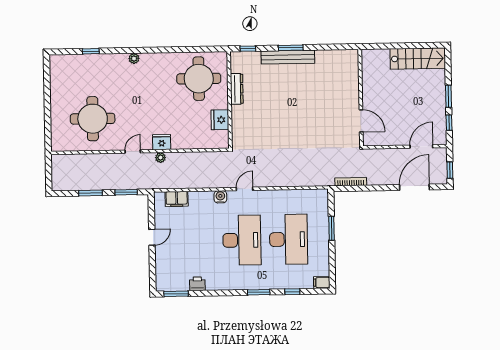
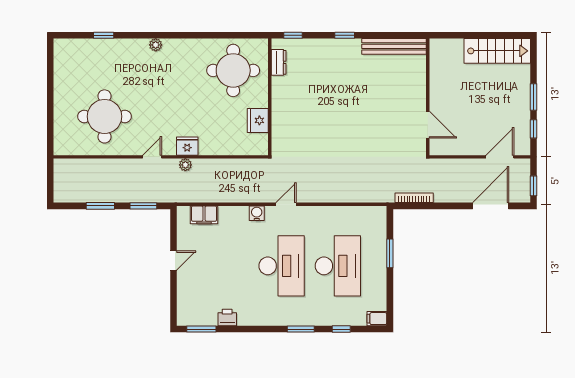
window: (291, 48) -> (345, 35), width x0.67
bench: (288, 57) -> (394, 46), moved
dresser: (237, 89) -> (279, 62), moved, width x0.70

